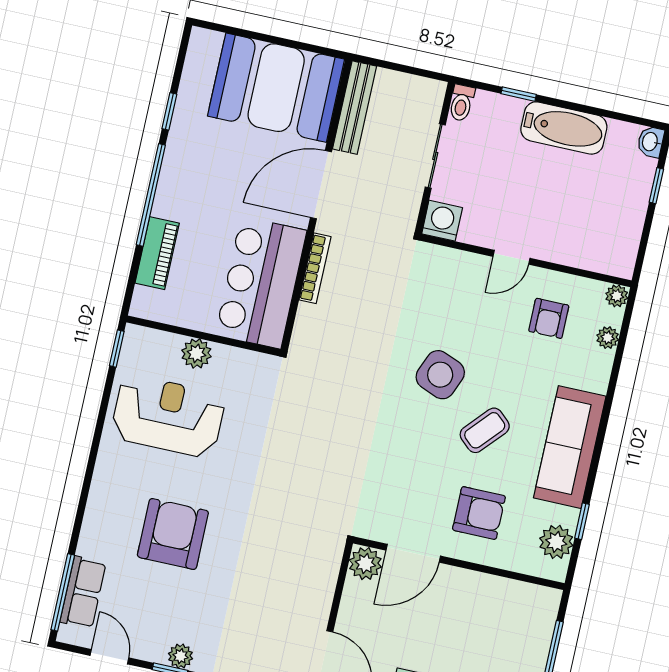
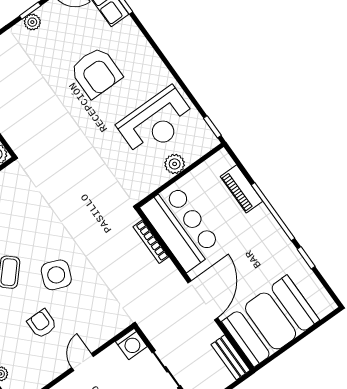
bench: (355, 108) -> (231, 357), width x0.73
bookcase: (315, 268) -> (151, 242), moved
armchair: (549, 318) -> (42, 324), moved

